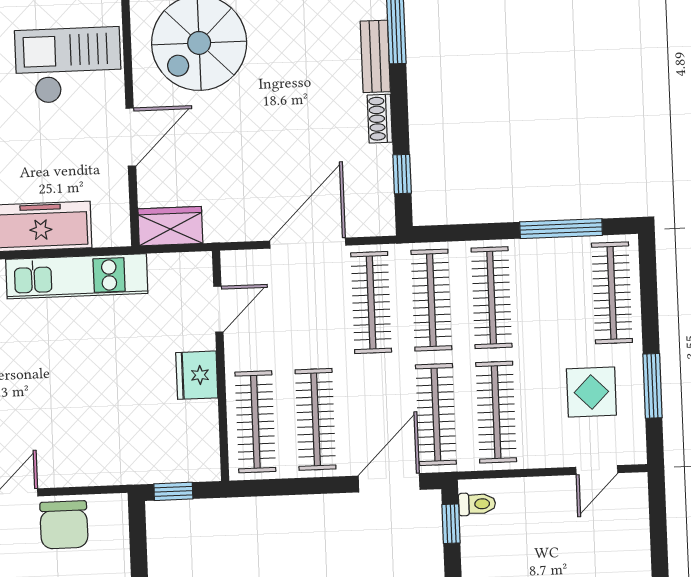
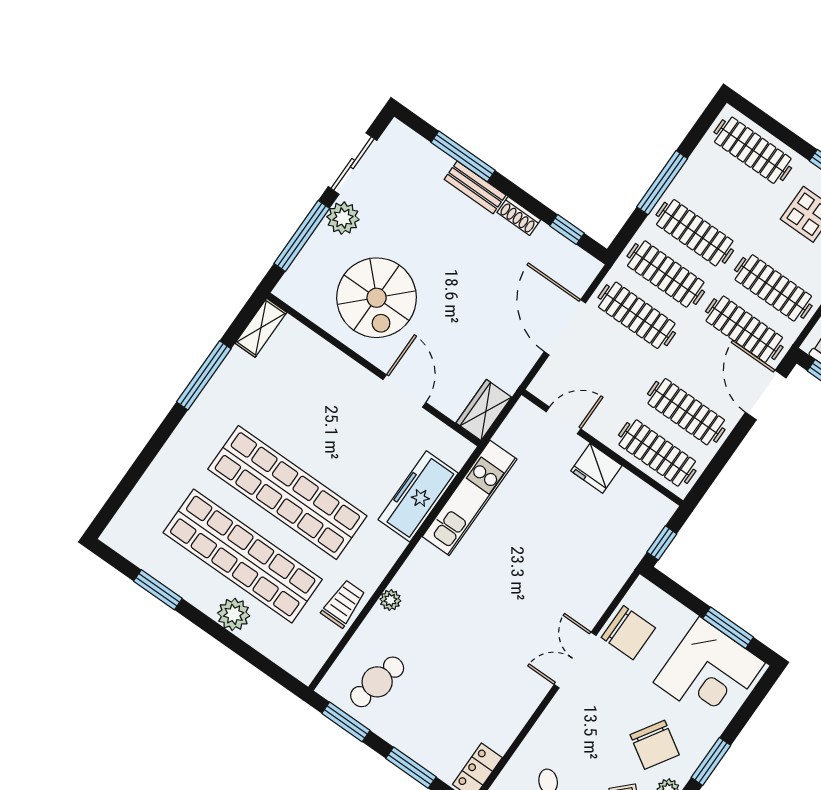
checkout: (68, 65) -> (325, 396), removed
window: (561, 229) -> (662, 183), moved
door: (218, 309) -> (563, 420), hinge flipped

